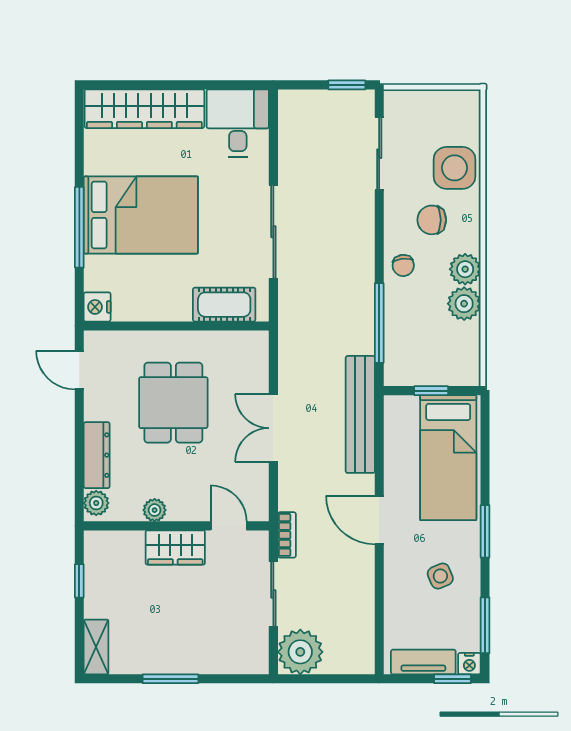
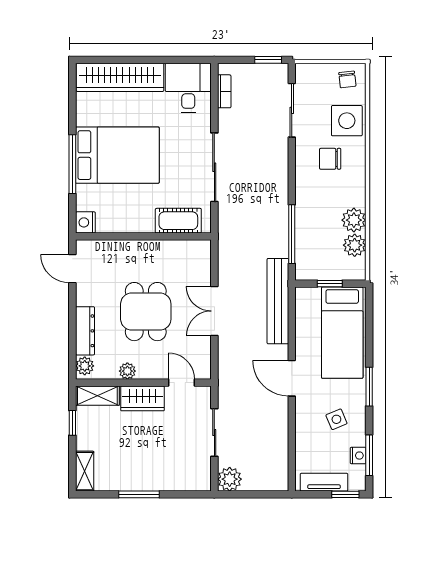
chair: (403, 265) -> (347, 79), moved
plant: (465, 269) -> (355, 245), moved
dining table: (173, 403) -> (146, 312), moved
bookcase: (287, 535) -> (224, 91), moved
shelving: (113, 544) -> (97, 396), added
plant: (300, 652) -> (230, 479), width x0.73, depth x0.73
nightstand: (469, 664) -> (358, 456), moved, turned -90

